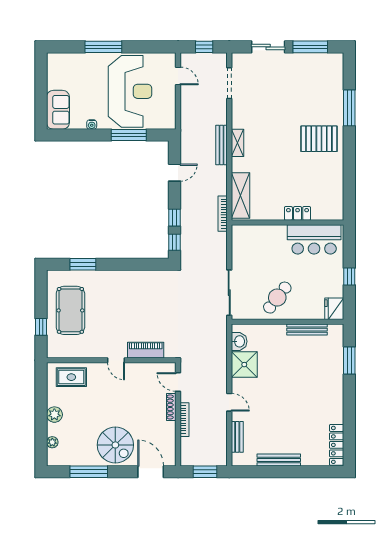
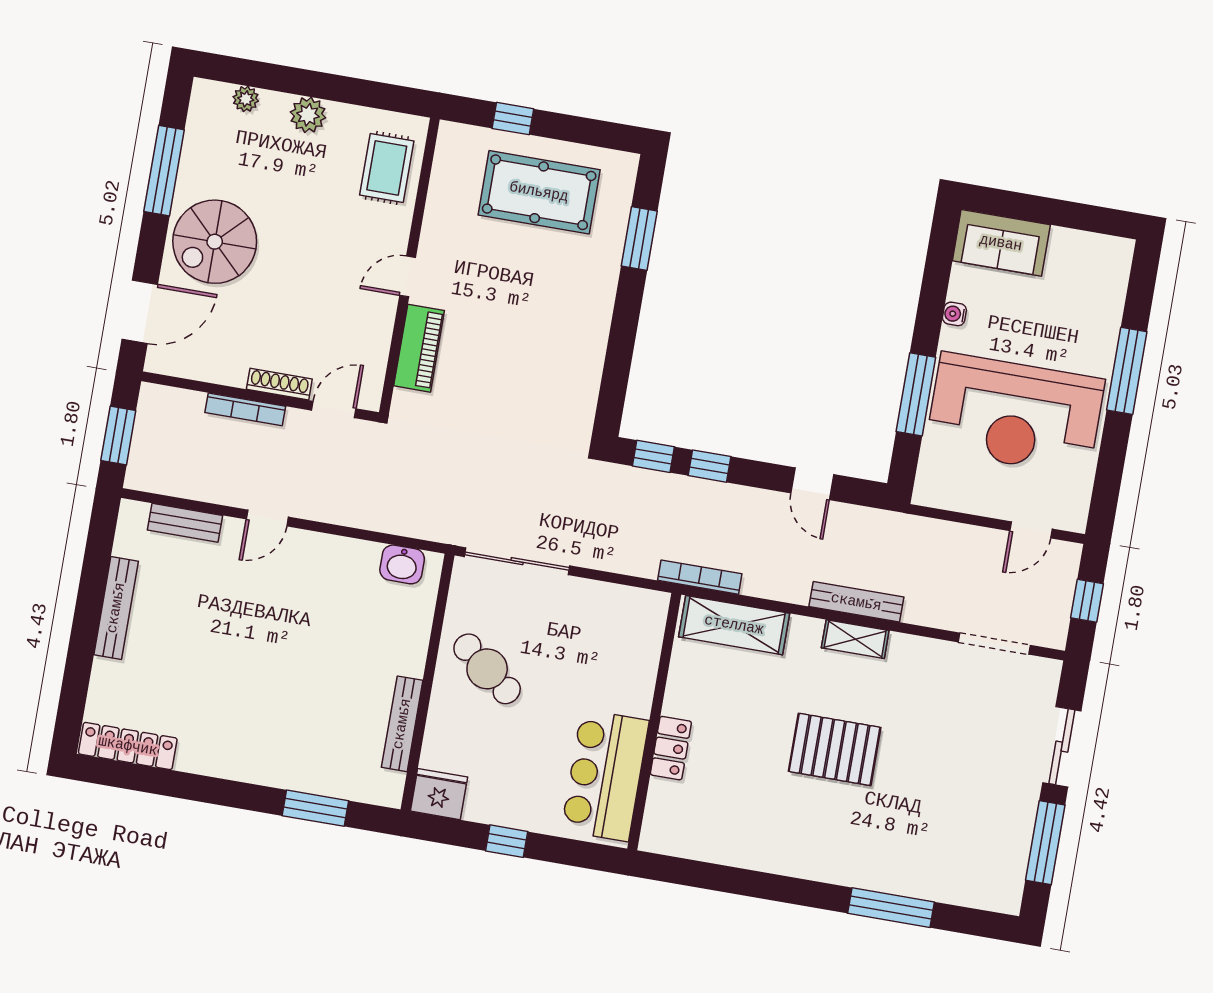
pallet: (319, 139) -> (835, 749), moved, turned 90
shower: (244, 365) -> (347, 567), removed

